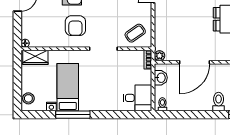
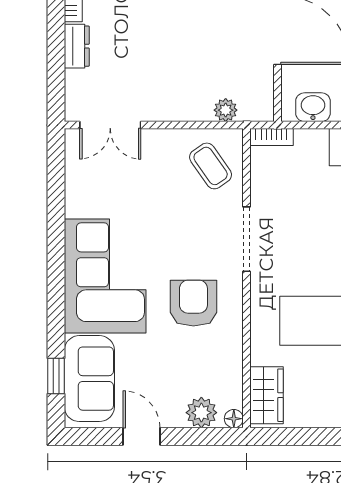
armchair: (75, 26) -> (193, 303), turned -90
plant: (28, 29) -> (201, 413), added
plant: (160, 56) -> (226, 110), moved

